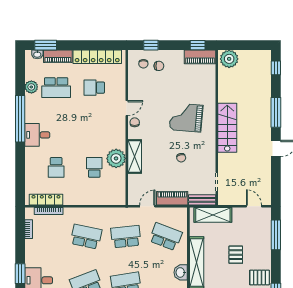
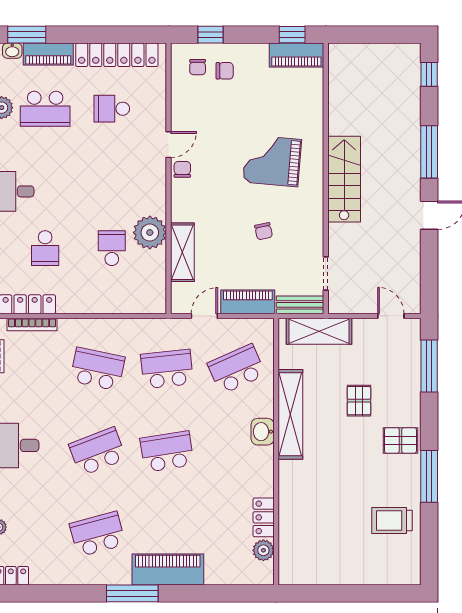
plant: (229, 59) -> (347, 59), removed
shelving: (135, 157) -> (182, 252), moved
school desk: (166, 237) -> (236, 369), turned -45

